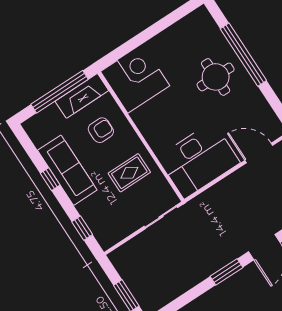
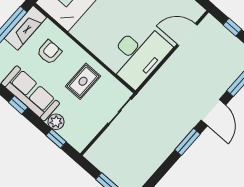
plant: (87, 209) -> (56, 122), added

